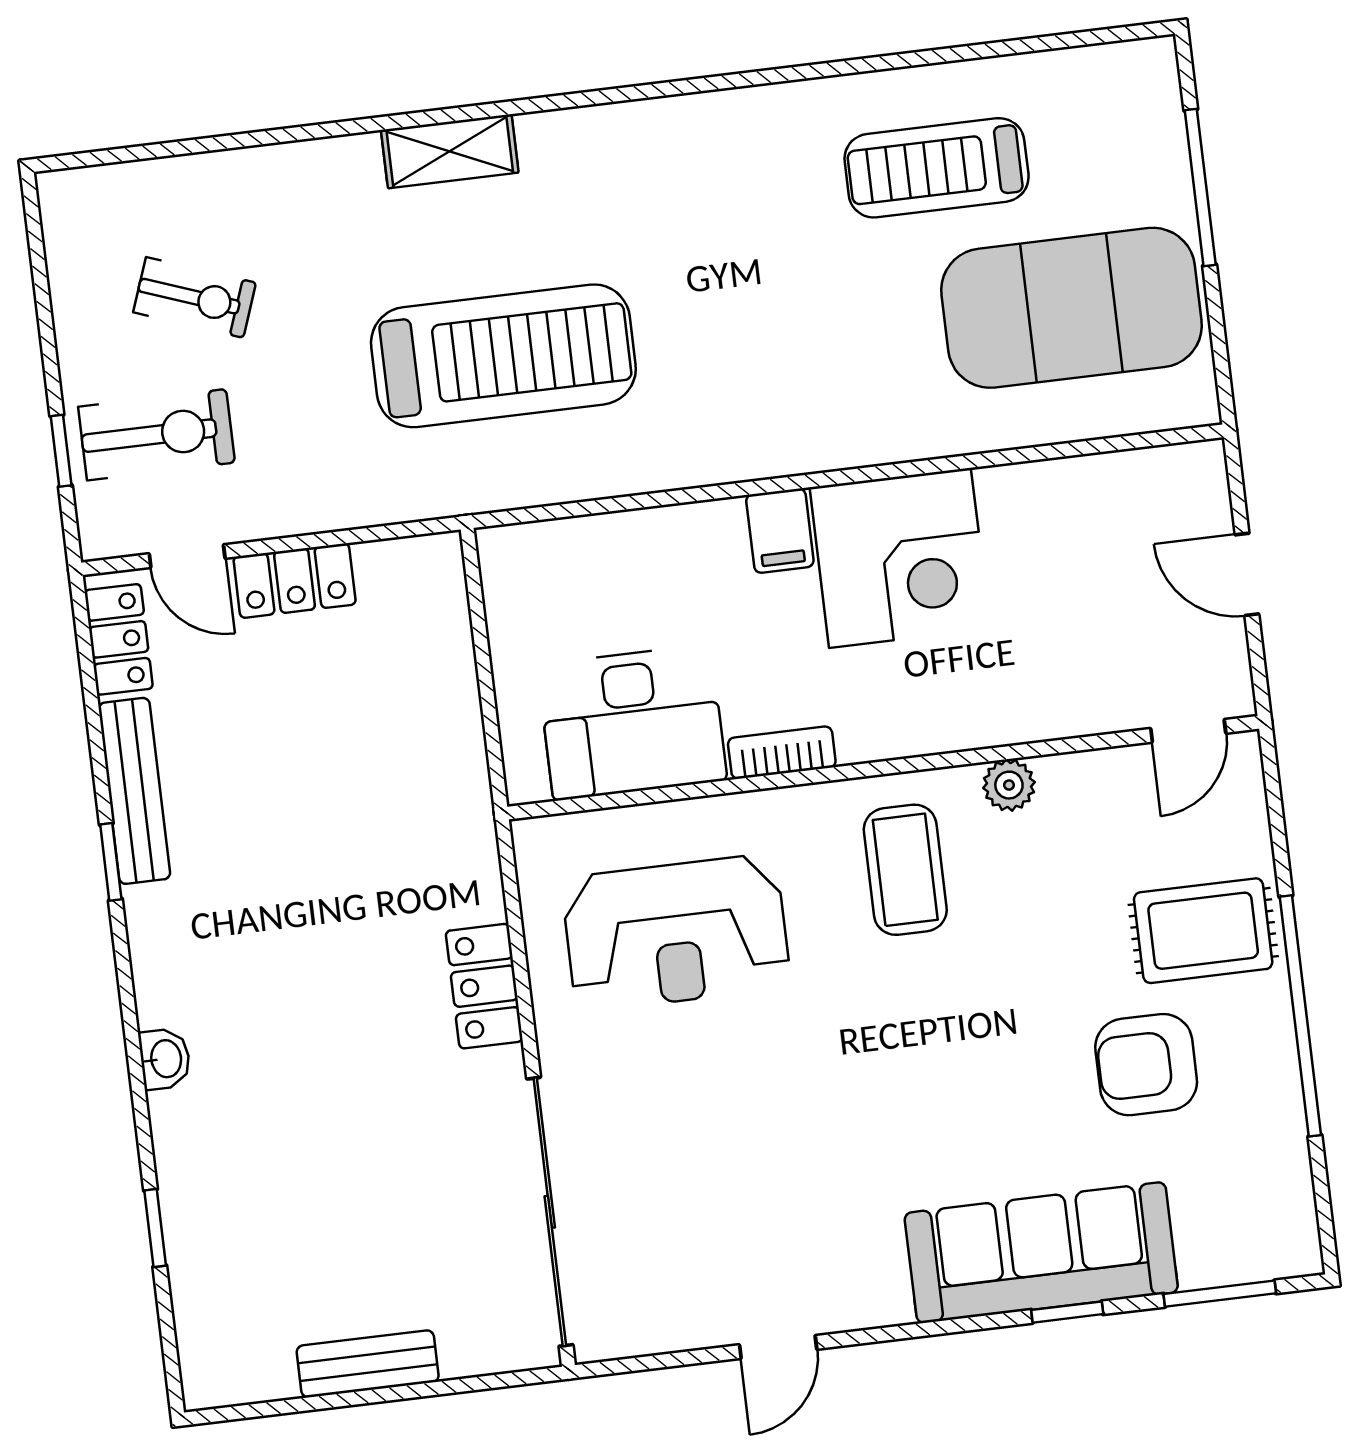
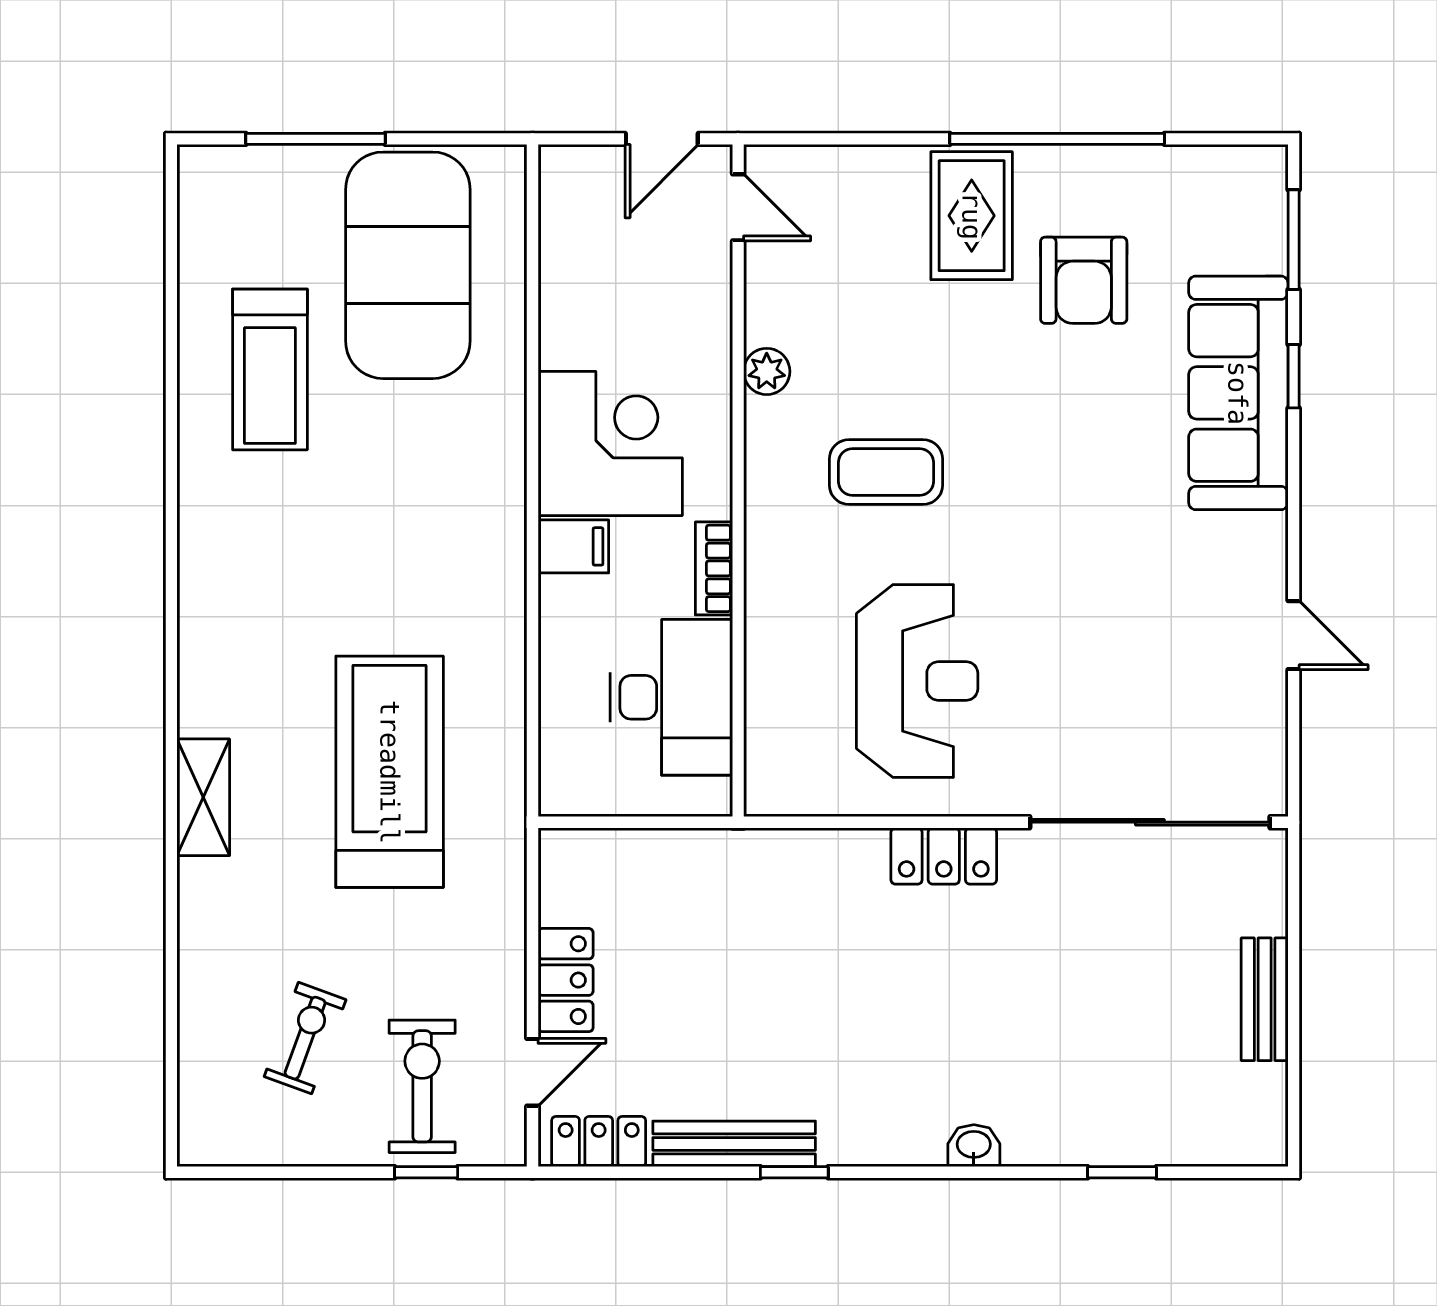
desk: (632, 722) -> (671, 697), moved
door: (1188, 731) -> (738, 207), moved
bookcase: (782, 753) -> (714, 568), moved
wall: (883, 768) -> (738, 481), moved
plant: (1009, 785) -> (767, 371), moved

